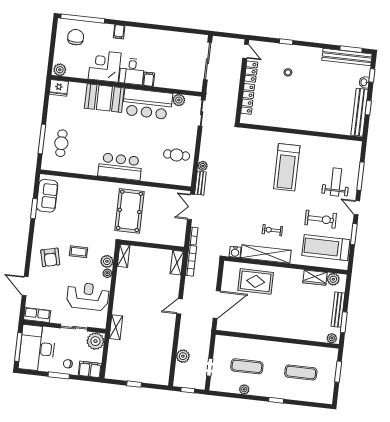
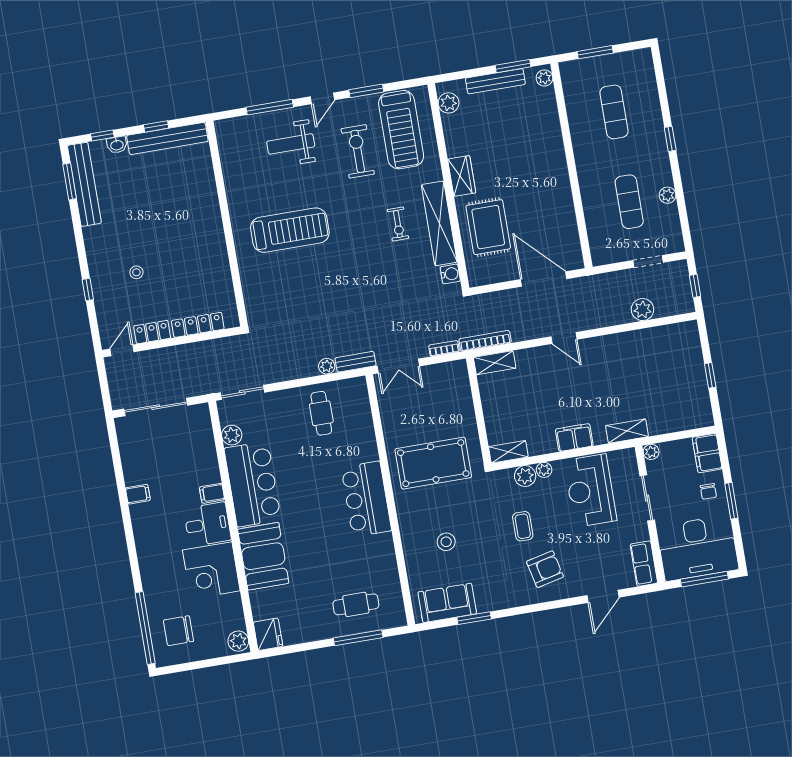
filing cabinet: (119, 32) -> (138, 494), moved
stool: (82, 205) -> (446, 542), added
wardrobe: (315, 278) -> (462, 176), moved
filing cabinet: (121, 296) -> (574, 438), added
plant: (95, 341) -> (651, 452), width x0.53, depth x0.53

